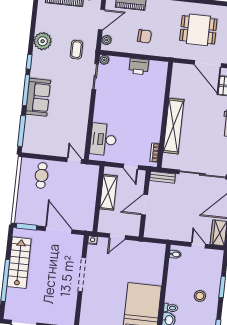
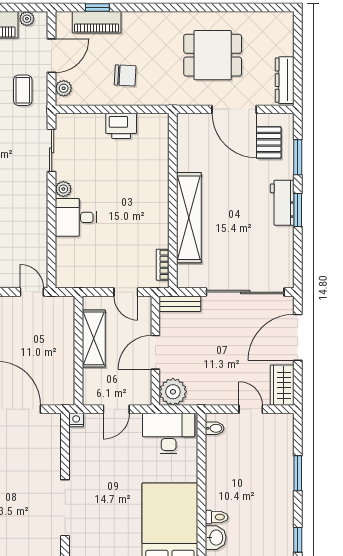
coffee table: (76, 50) -> (23, 90), moved
plant: (104, 60) -> (63, 189), moved
desk: (103, 139) -> (76, 217), moved, width x0.73
plant: (153, 230) -> (173, 392), added
desk: (147, 254) -> (169, 434), added
doorway: (82, 274) -> (65, 508), moved
stool: (200, 296) -> (263, 492), removed

